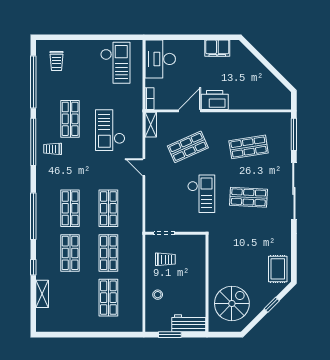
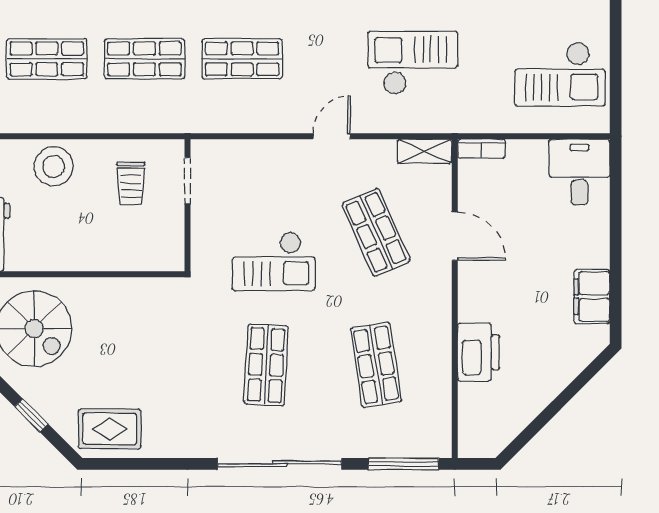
desk: (160, 59) -> (579, 172), width x0.73
printer: (215, 100) -> (479, 352), moved
stool: (158, 295) -> (53, 166), width x1.89, depth x1.89

